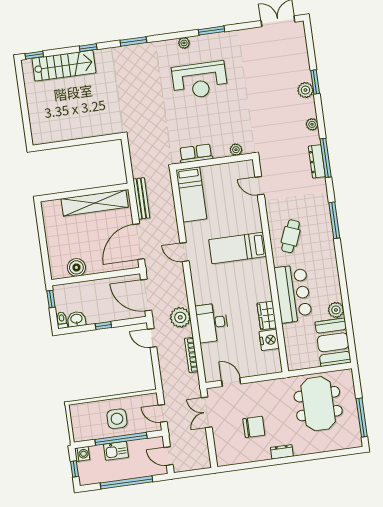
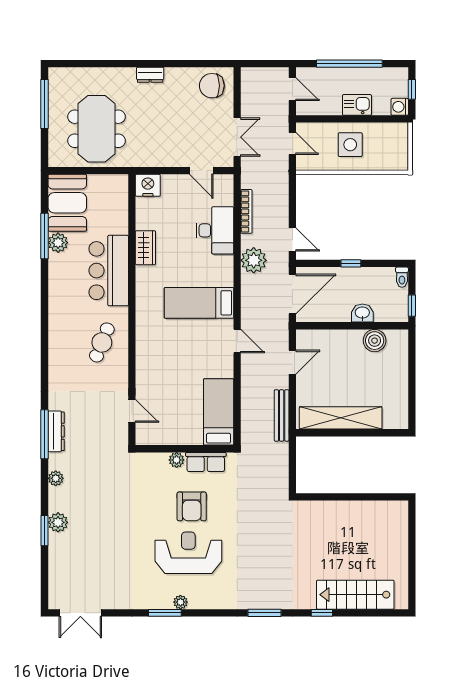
plant: (184, 43) -> (180, 602), moved
window: (34, 55) -> (390, 613), removed
armchair: (202, 117) -> (192, 506), added
plant: (236, 150) -> (177, 460), moved
window: (334, 220) -> (45, 236), moved
door: (139, 242) -> (292, 362), width x0.53
bed: (238, 248) -> (199, 303), moved, turned 180
door: (146, 295) -> (292, 294), hinge flipped
washbasin: (77, 319) -> (362, 313), moved, turned 180
desk: (212, 323) -> (215, 230), moved
nightstand: (269, 340) -> (148, 185), moved, turned 90
chair: (254, 427) -> (212, 86), moved
window: (121, 439) -> (349, 119), removed

